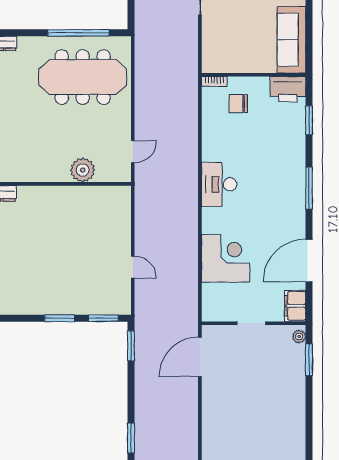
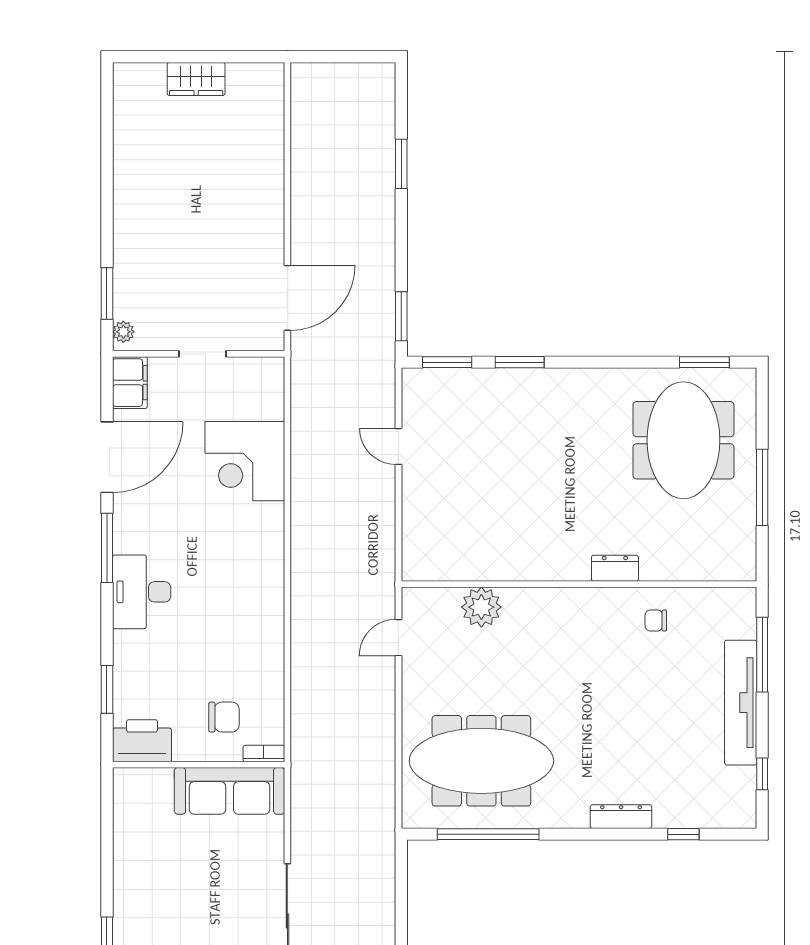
sofa: (291, 40) -> (230, 791), moved, turned 90
desk: (219, 184) -> (142, 592), moved, turned 180
window: (309, 188) -> (107, 548), moved

